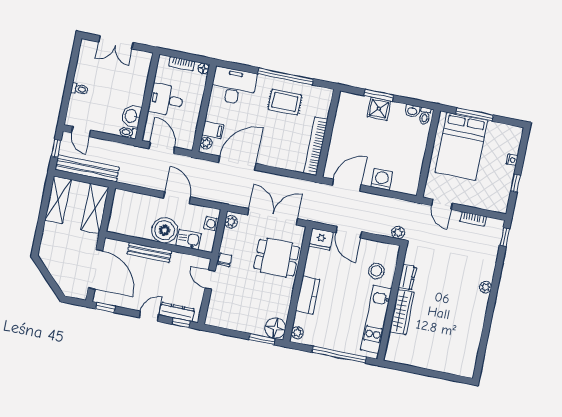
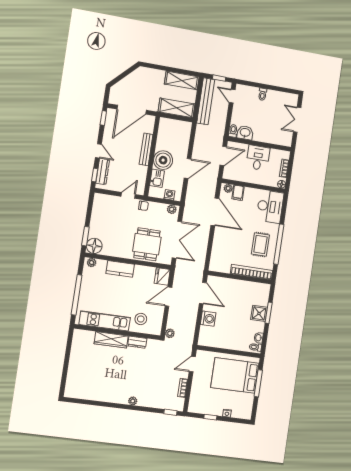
door: (81, 132) -> (232, 96), hinge flipped
bookcase: (316, 146) -> (252, 272), moved

